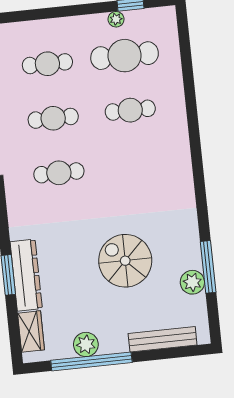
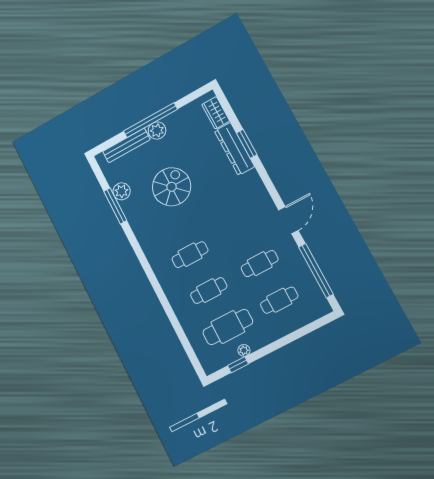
cafe table: (59, 173) -> (190, 255), moved
spiral stairs: (125, 261) -> (171, 187), turned -90
plant: (86, 344) -> (157, 131), moved
window: (91, 361) -> (150, 120), moved

